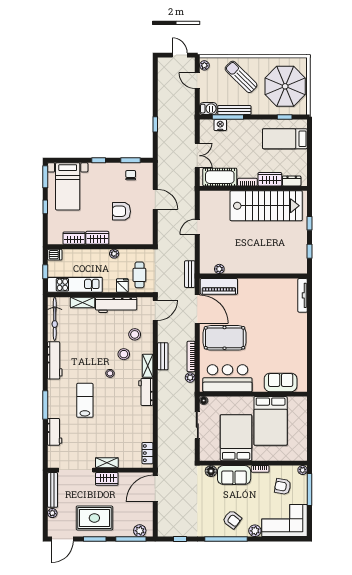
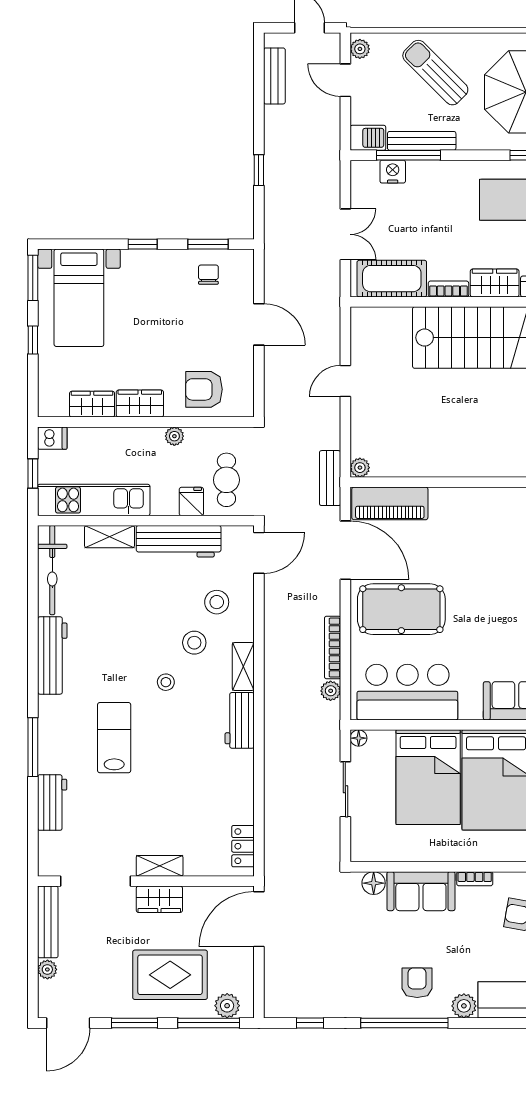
armchair: (121, 211) -> (204, 389), moved
plant: (219, 269) -> (360, 468), moved
bench: (163, 356) -> (274, 76), moved
bed: (236, 438) -> (428, 777), moved, turned 180
rug: (94, 518) -> (170, 975), moved
armchair: (232, 520) -> (417, 983), turned -127

